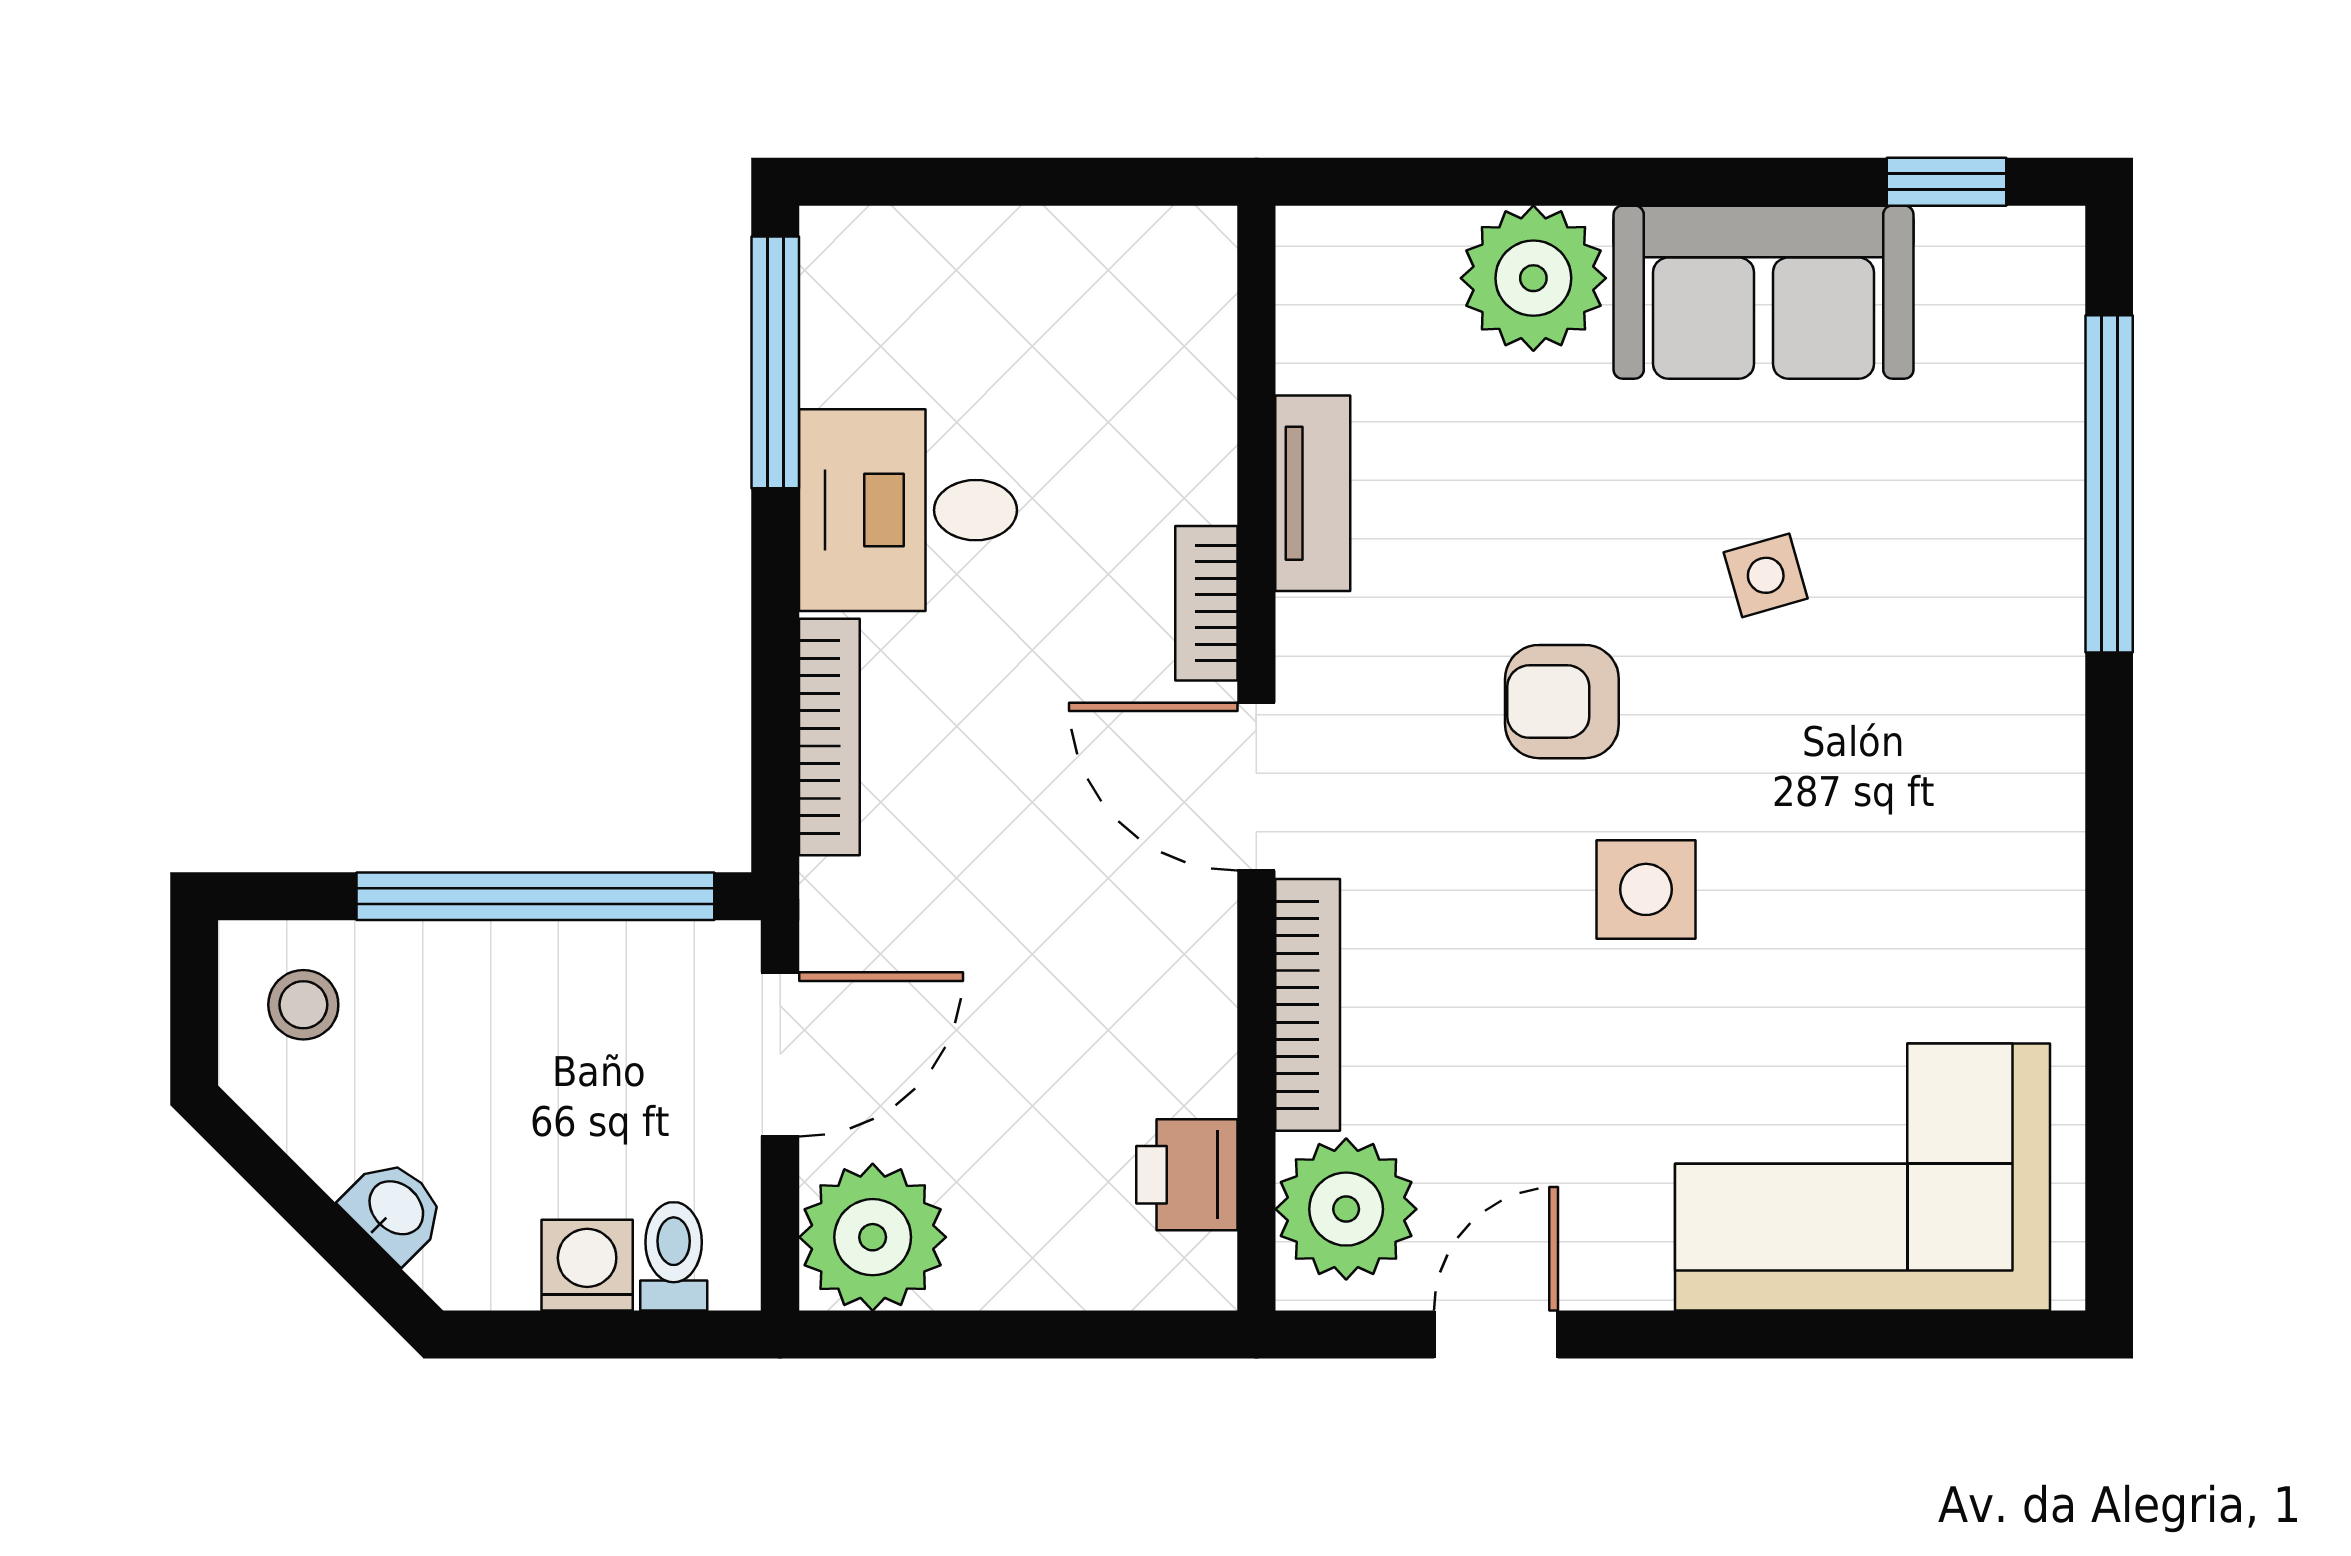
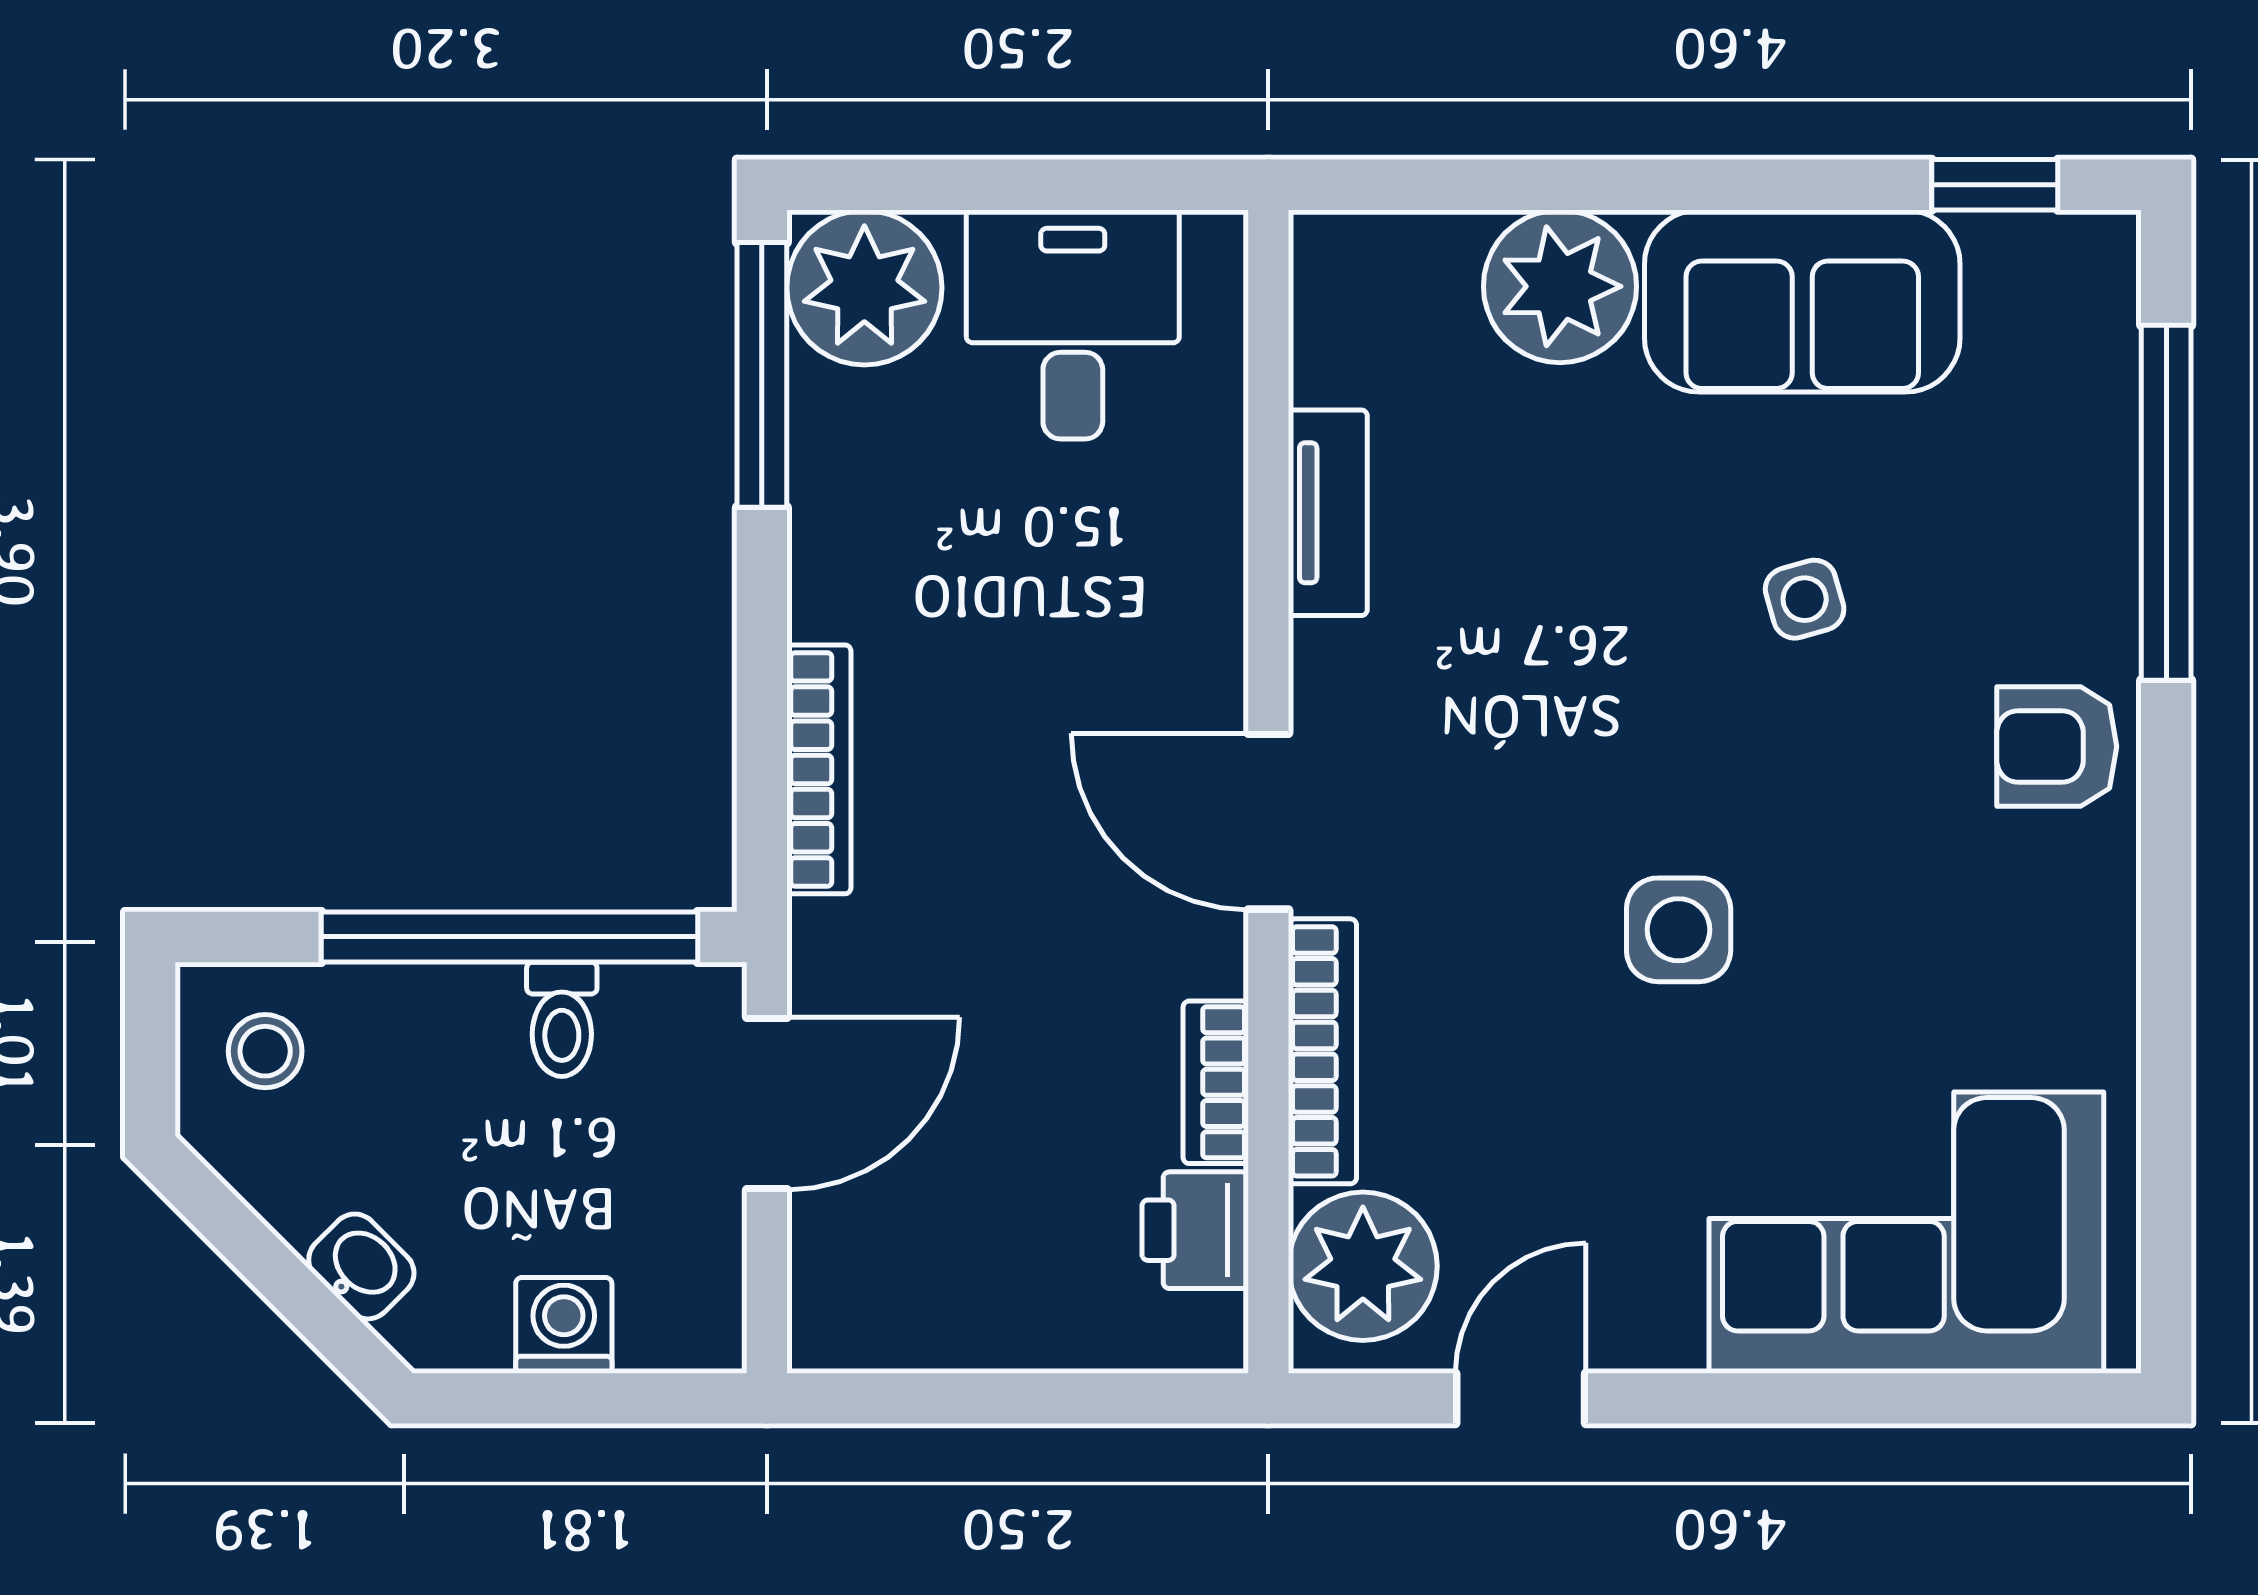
desk: (908, 510) -> (1073, 325), moved, turned 90
bookcase: (1206, 603) -> (1216, 1082), moved
armchair: (1562, 702) -> (2057, 747), moved
plant: (873, 1237) -> (864, 288), moved
toilet: (674, 1256) -> (562, 1019), moved, turned 180

